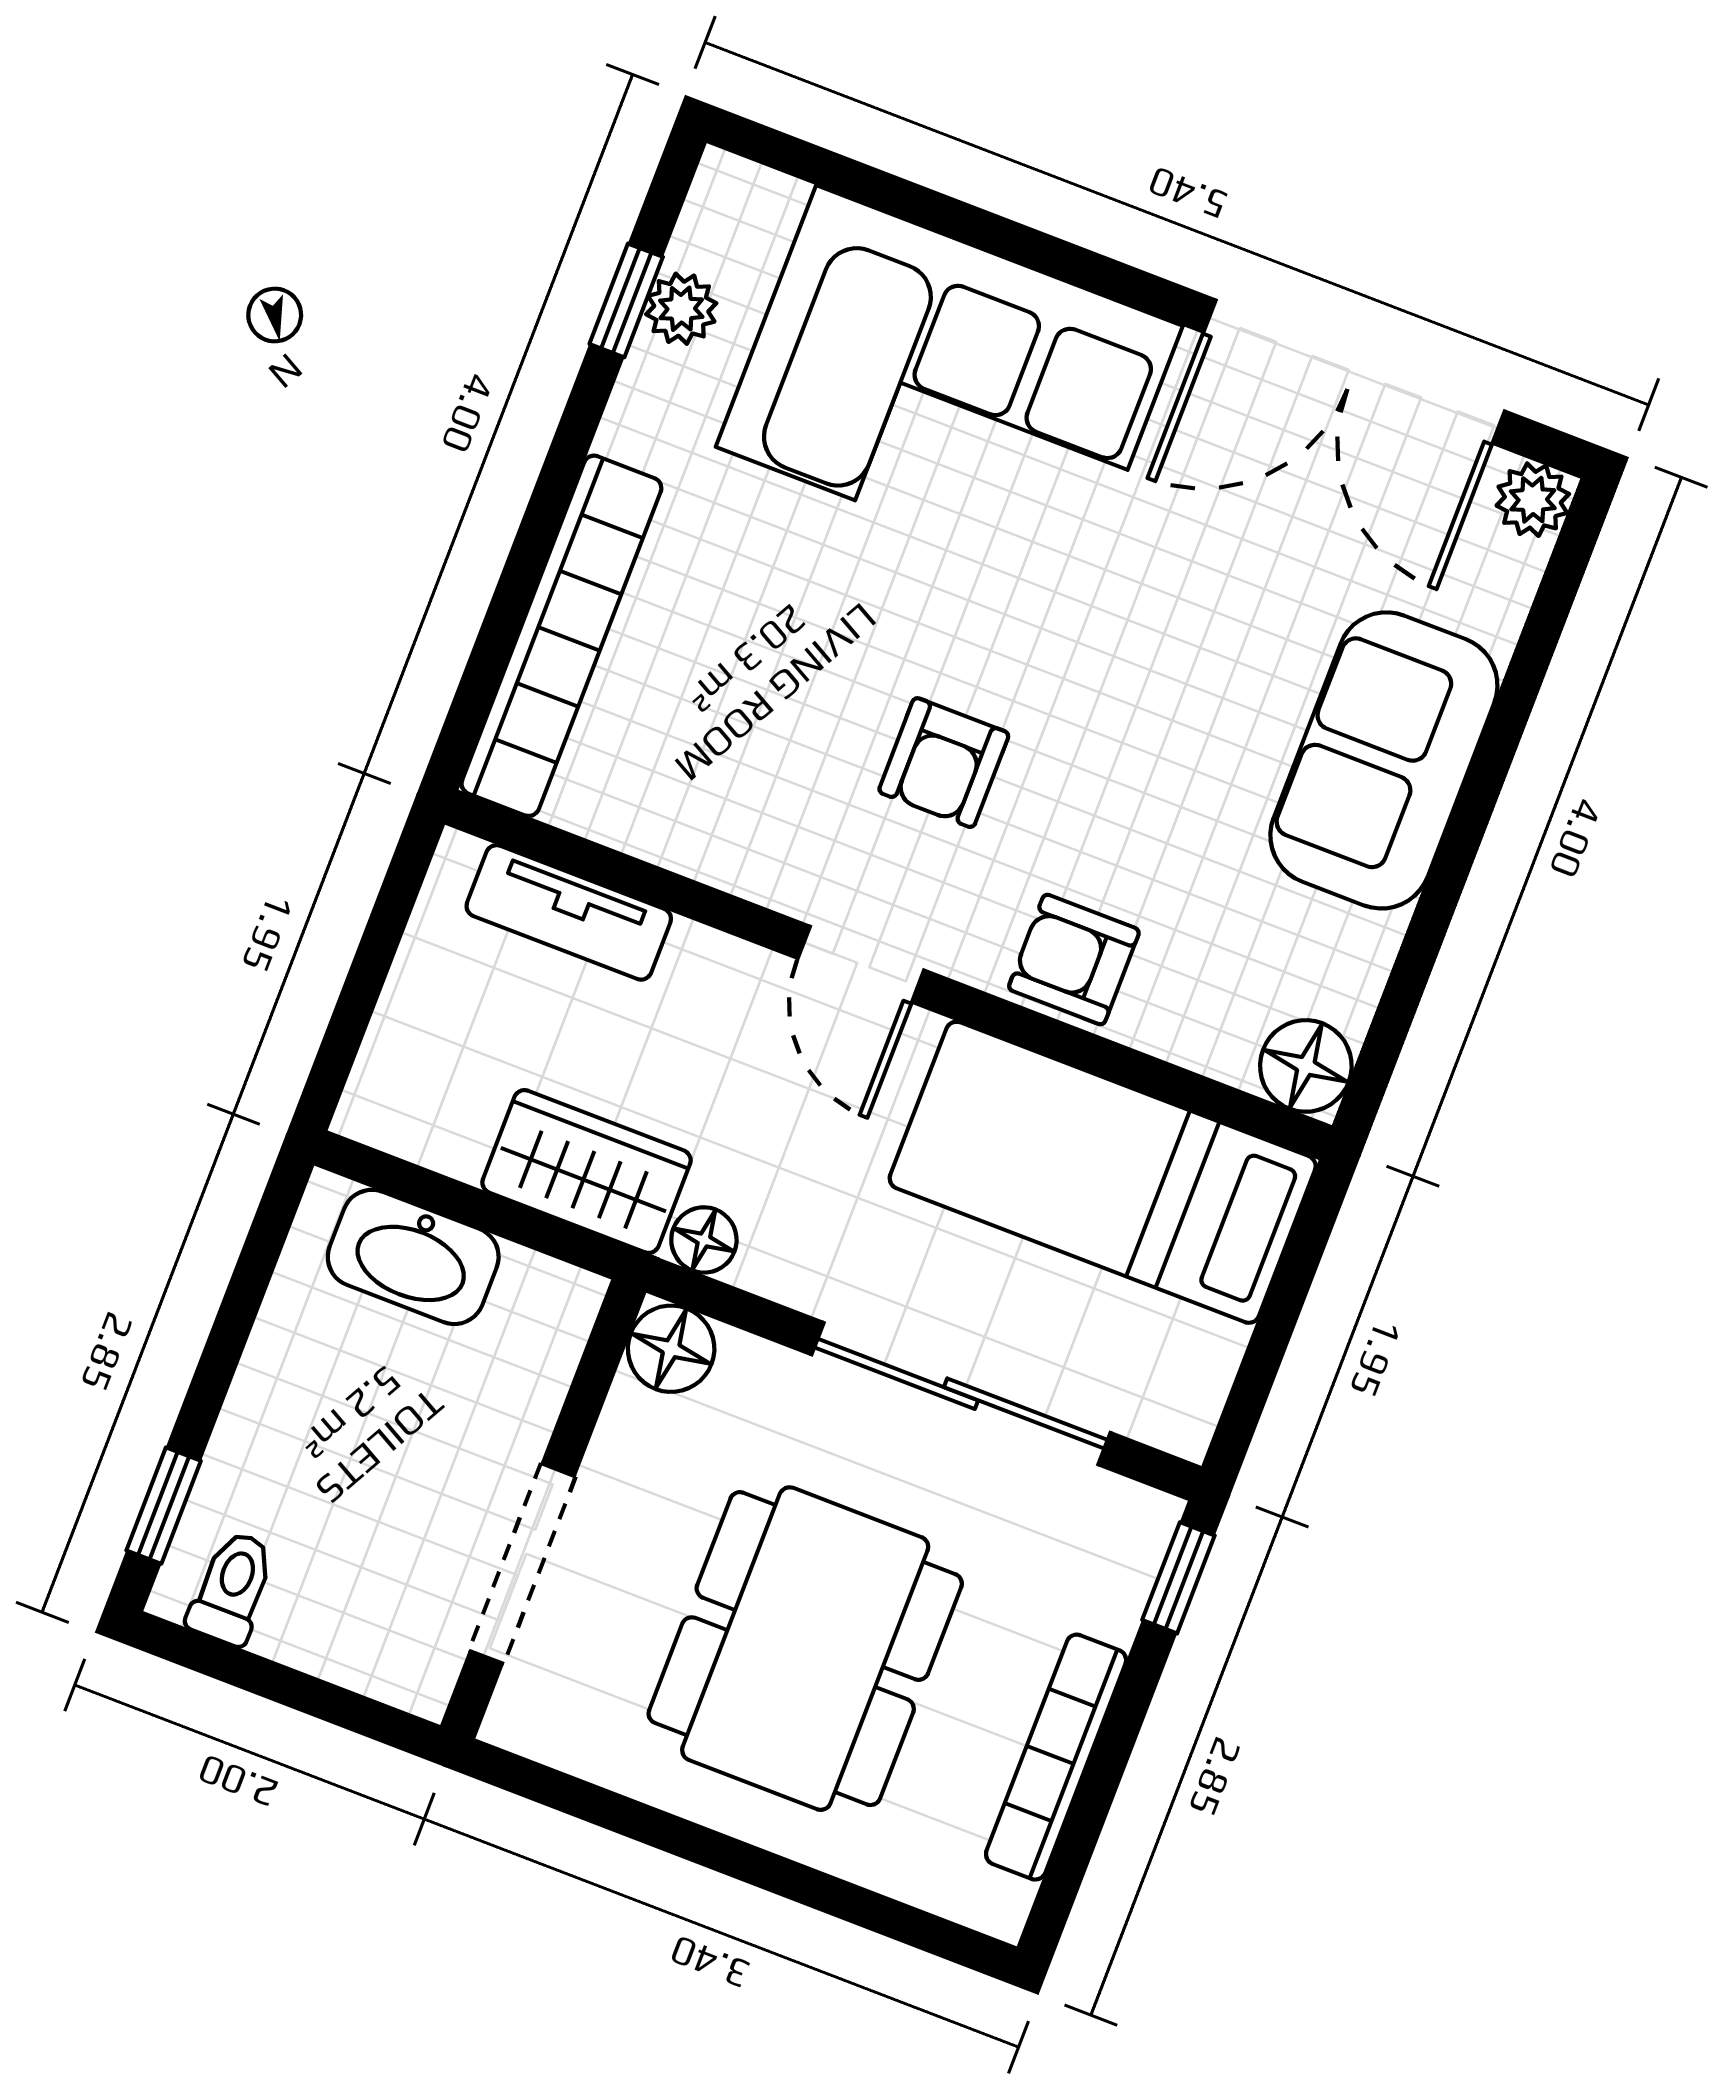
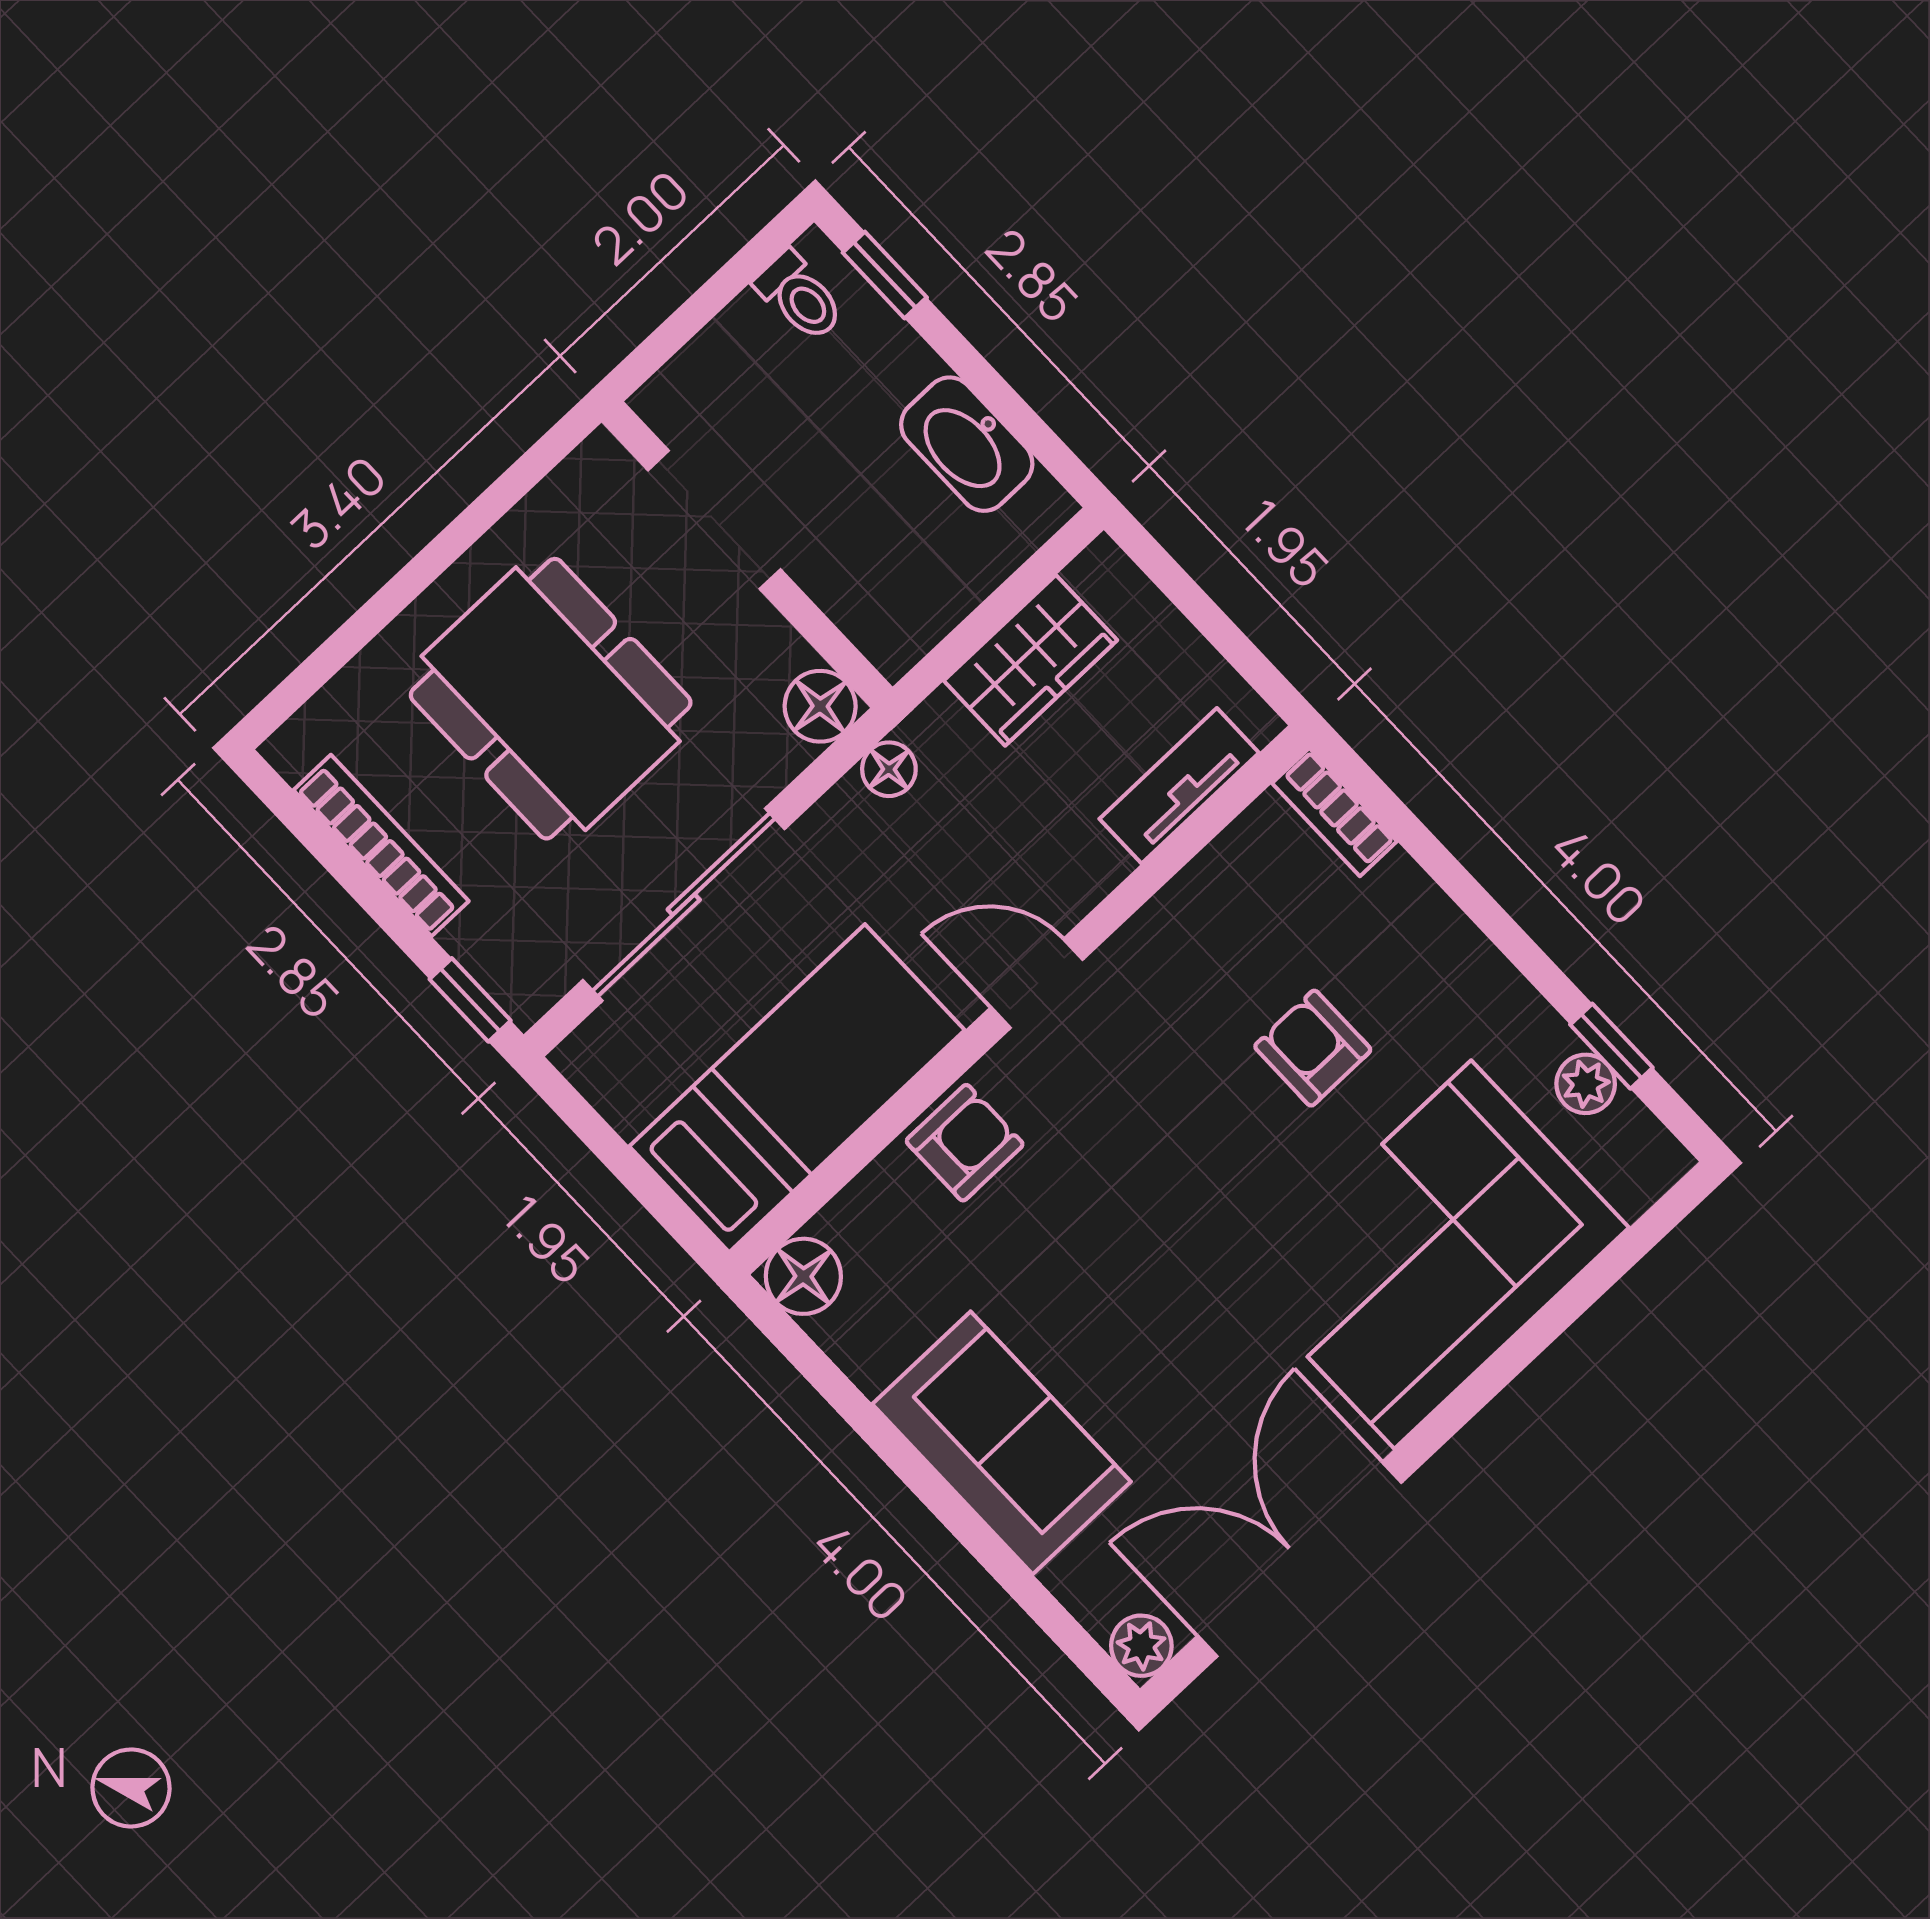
bookcase: (561, 636) -> (1335, 812), width x0.43, depth x0.76
armchair: (944, 763) -> (1313, 1048), moved
wardrobe: (587, 1172) -> (1031, 660), moved
washbasin: (413, 1257) -> (967, 444), moved, turned -90

